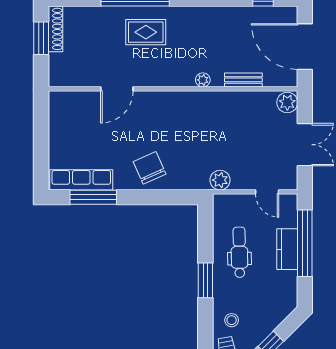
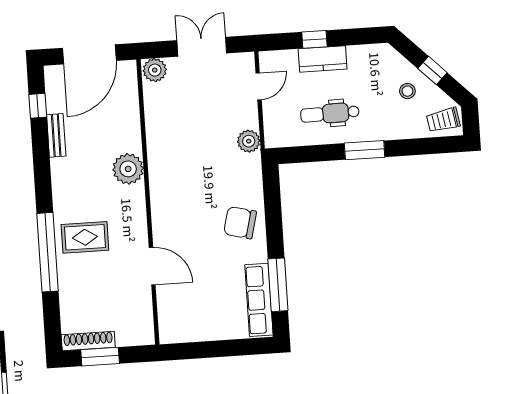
rug: (146, 32) -> (85, 237), turned 90
plant: (203, 80) -> (128, 169), width x1.88, depth x1.88
bench: (243, 80) -> (56, 135), moved
chair: (150, 168) -> (240, 223), turned 38
window: (305, 243) -> (314, 39), width x0.32
stool: (232, 320) -> (407, 91), moved

